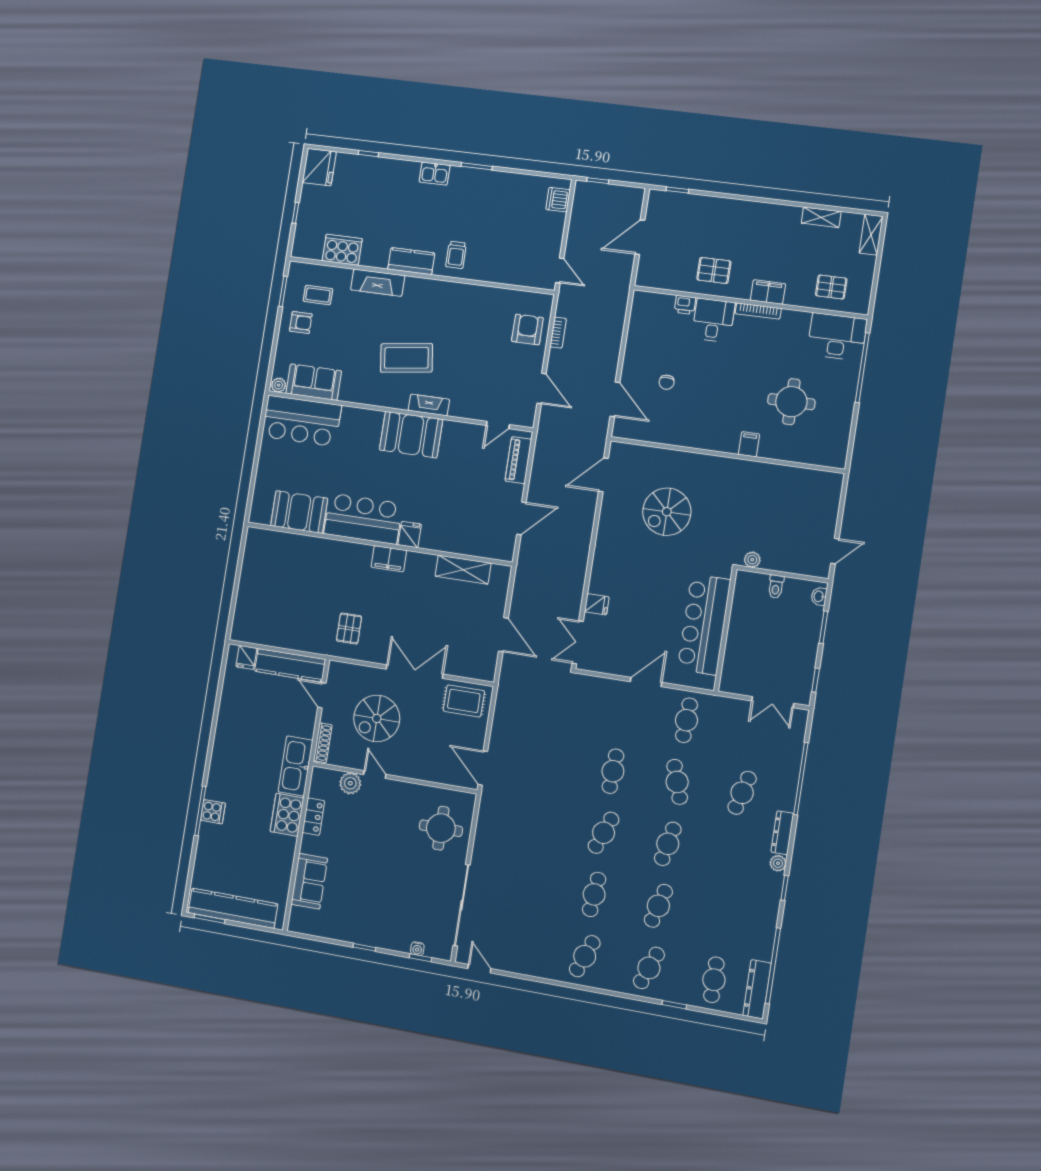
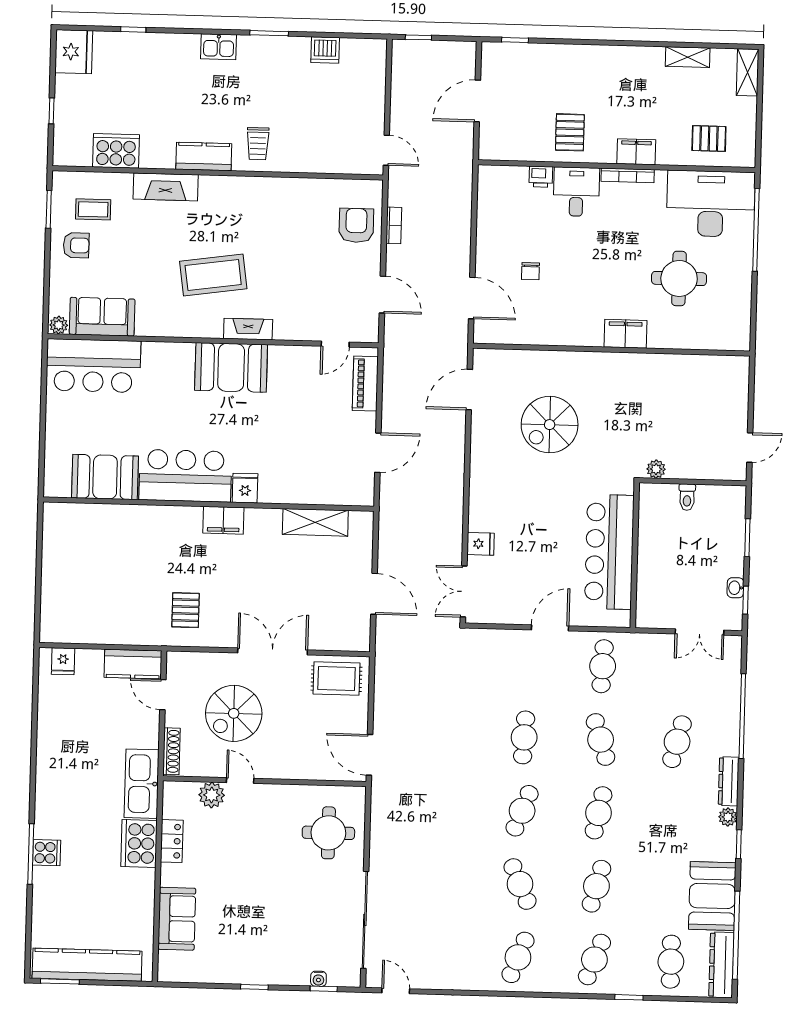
dishwasher: (558, 200) -> (325, 50), moved, turned -90
pallet: (714, 270) -> (570, 132), turned 90
desk: (837, 337) -> (711, 204), width x1.36, depth x1.30
filing cabinet: (749, 444) -> (625, 334), width x2.00
washbasin: (819, 596) -> (735, 588), moved
kitchen counter: (290, 665) -> (133, 664), width x0.67
cafe table: (594, 894) -> (520, 884), turned -30
booth: (756, 929) -> (712, 896), added

